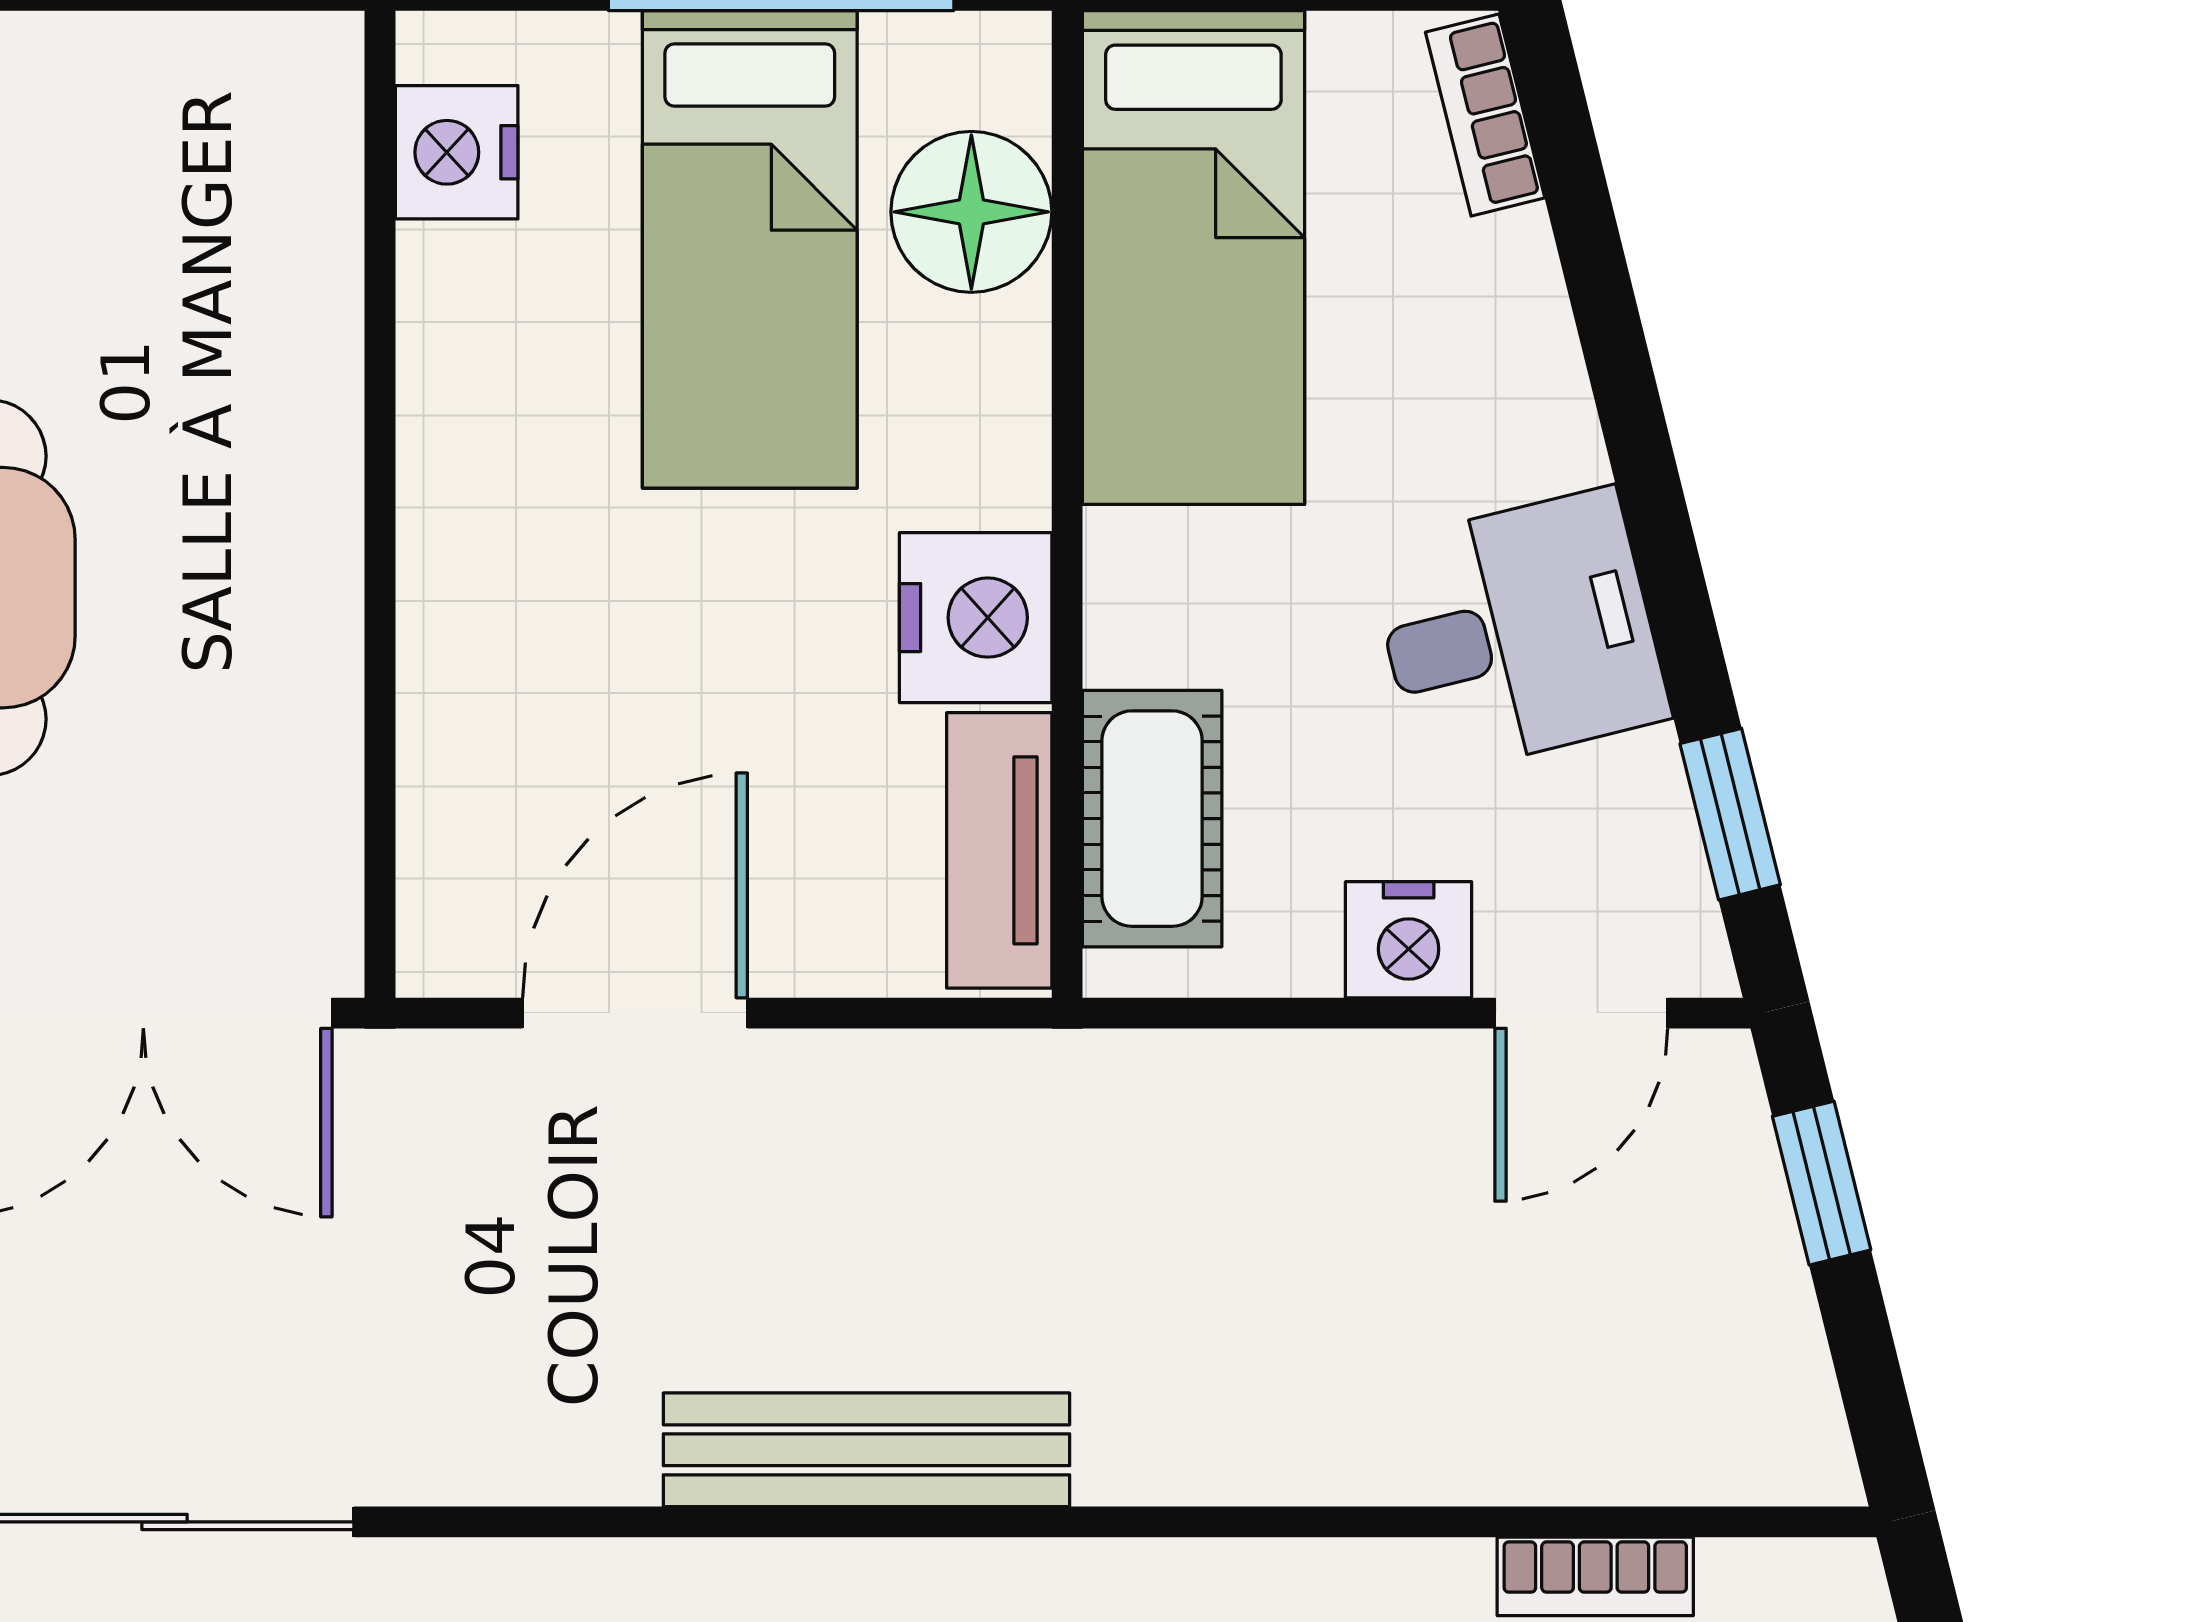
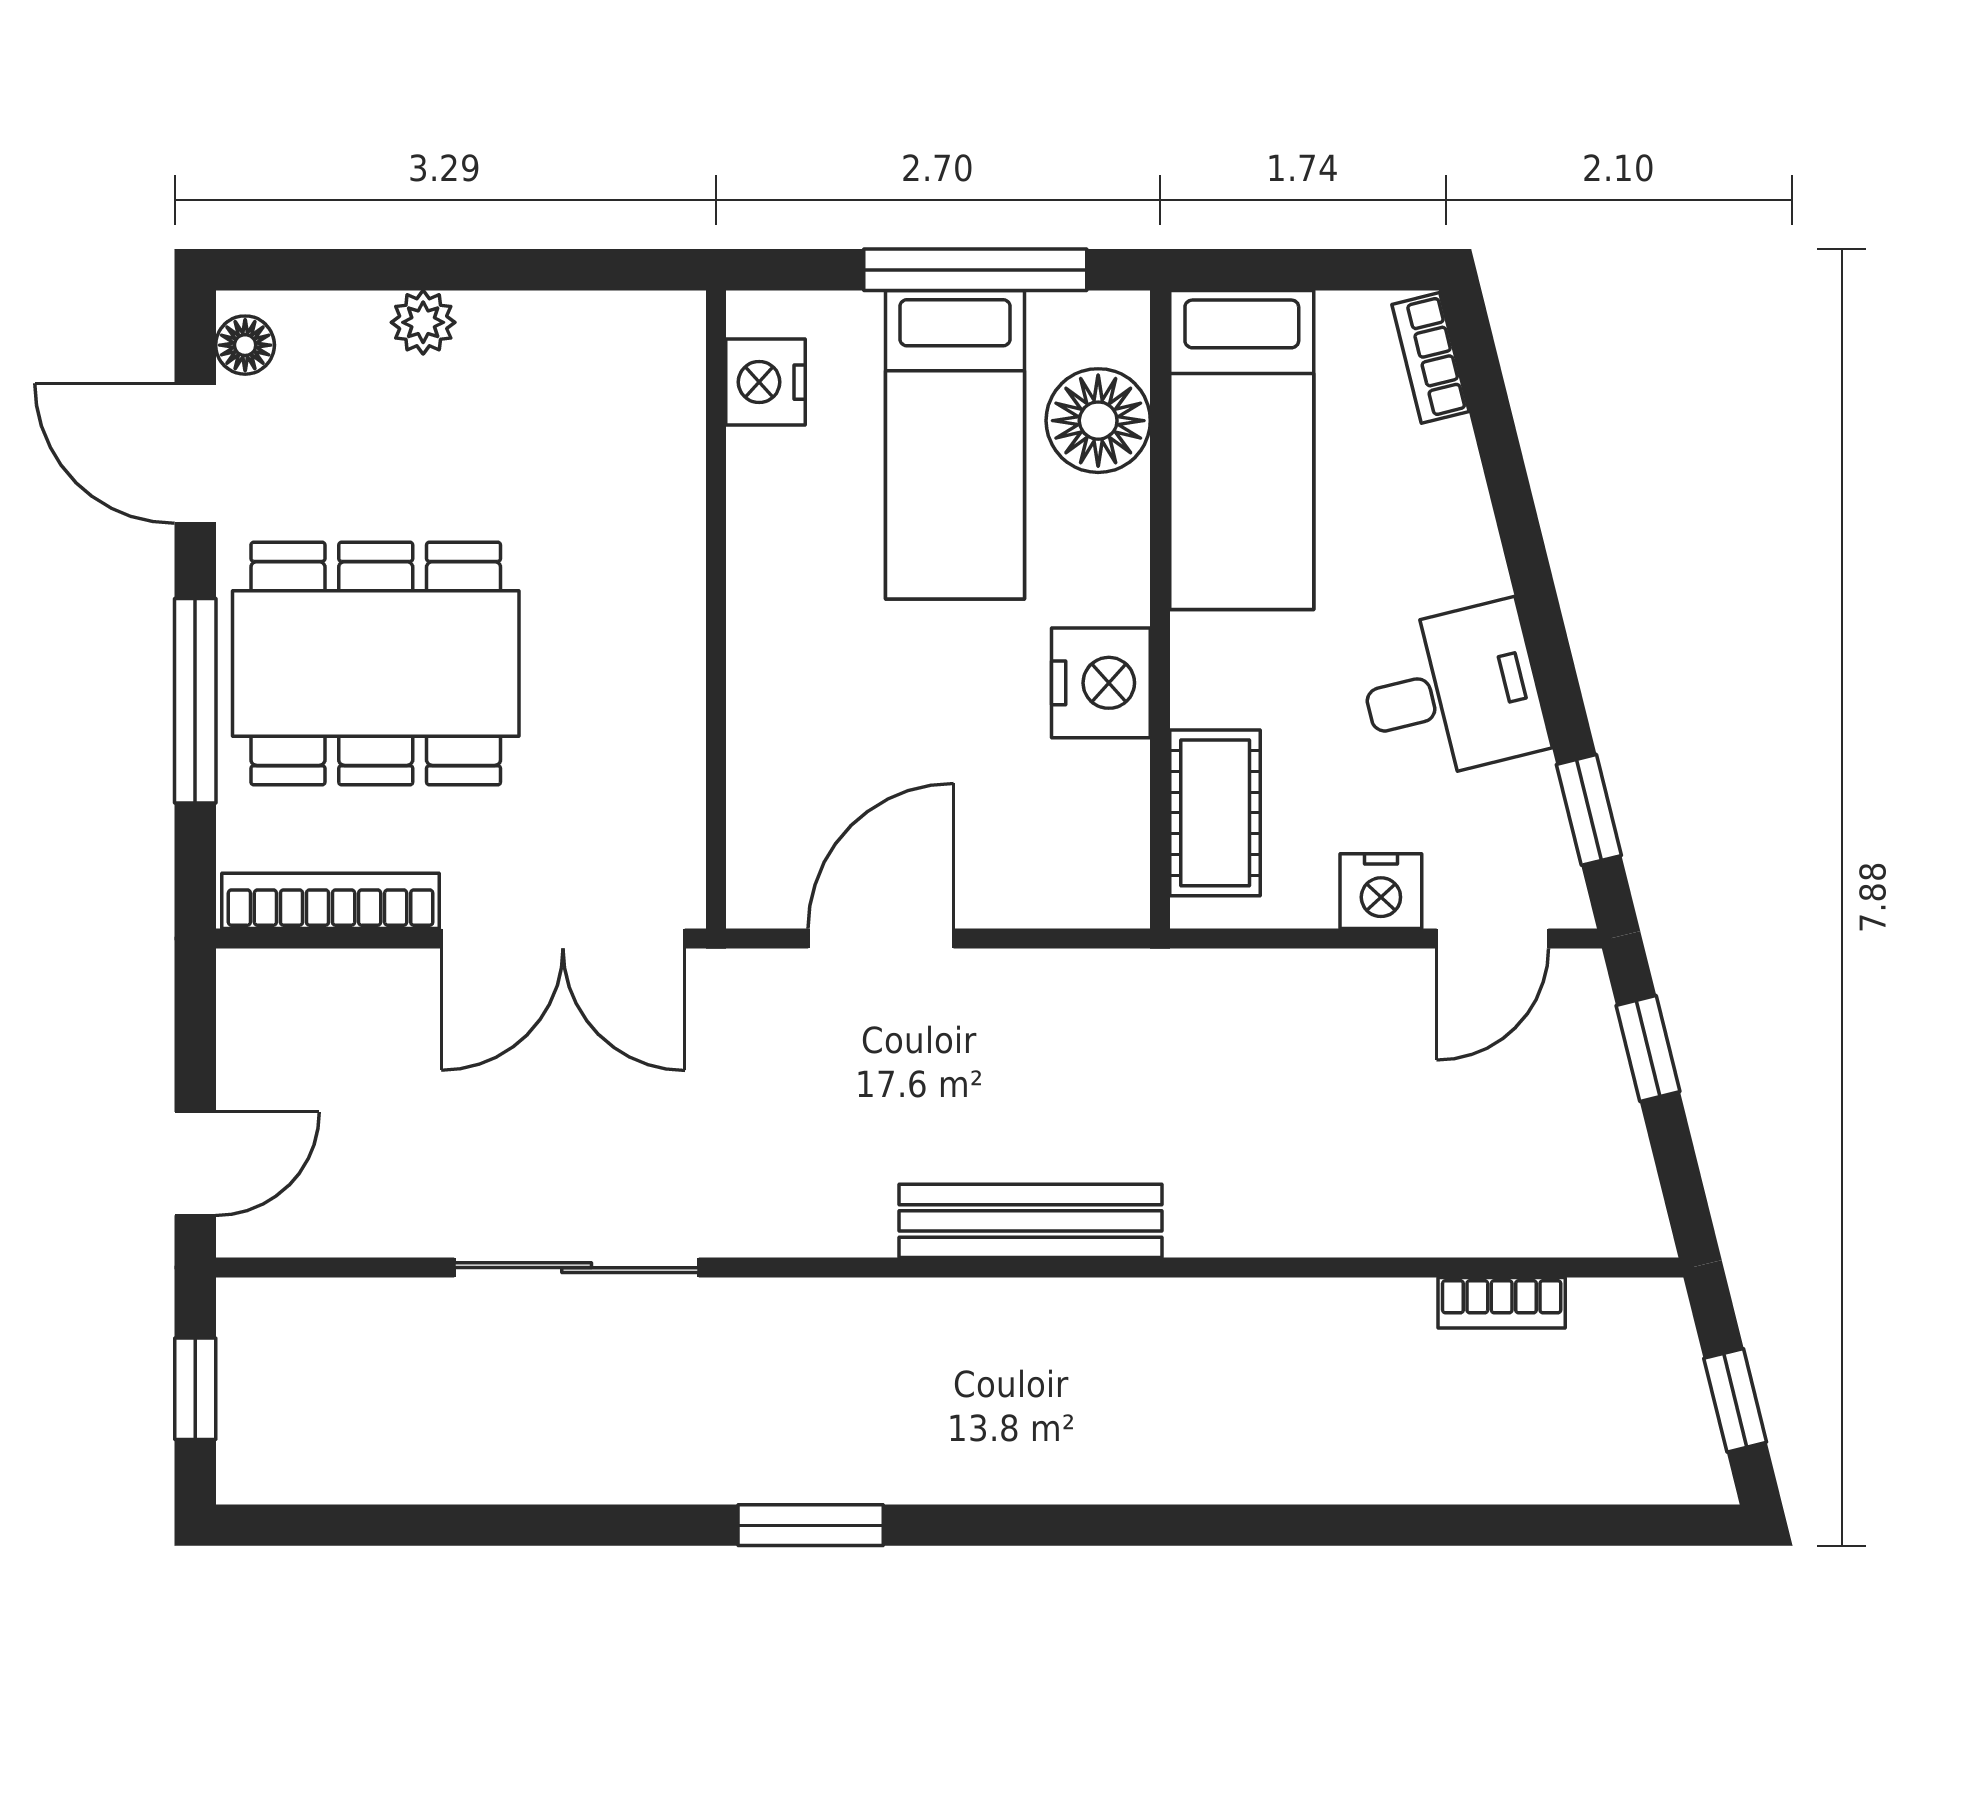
tv unit: (999, 850) -> (1116, 833), removed

